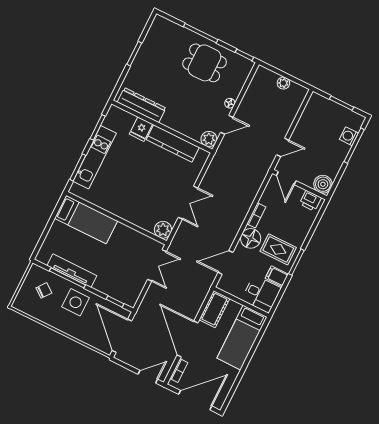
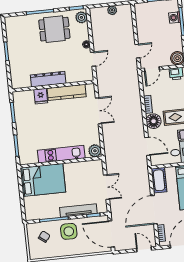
dresser: (142, 105) -> (48, 79), moved
plant: (209, 139) -> (81, 17), moved
kitchen unit: (95, 157) -> (61, 154), moved, turned -90
door: (286, 178) -> (152, 69), hinge flipped
double door: (188, 203) -> (98, 111), moved
bed: (86, 220) -> (43, 180), width x1.50
door: (226, 262) -> (147, 146), swing flipped
double door: (157, 265) -> (106, 187), moved
tv unit: (72, 271) -> (78, 210), moved
door: (188, 339) -> (154, 210), hinge flipped
door: (148, 377) -> (144, 249), hinge flipped

